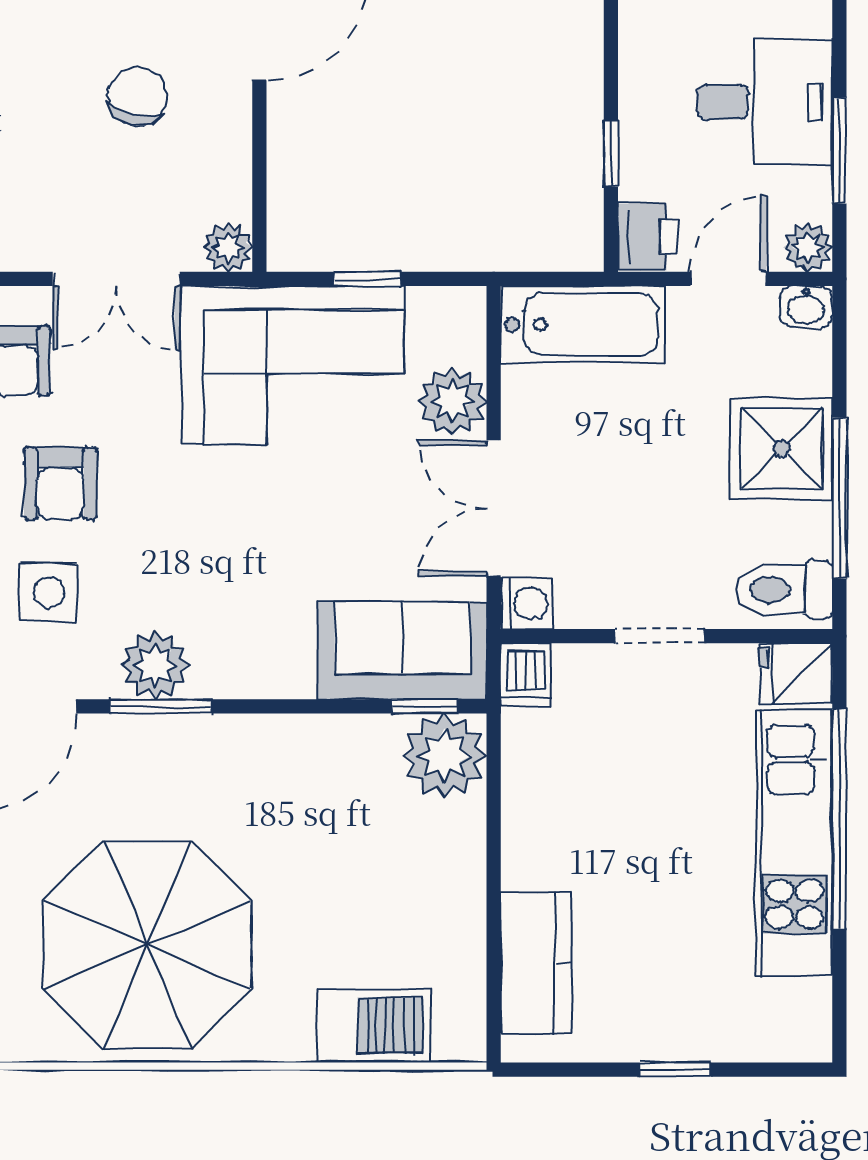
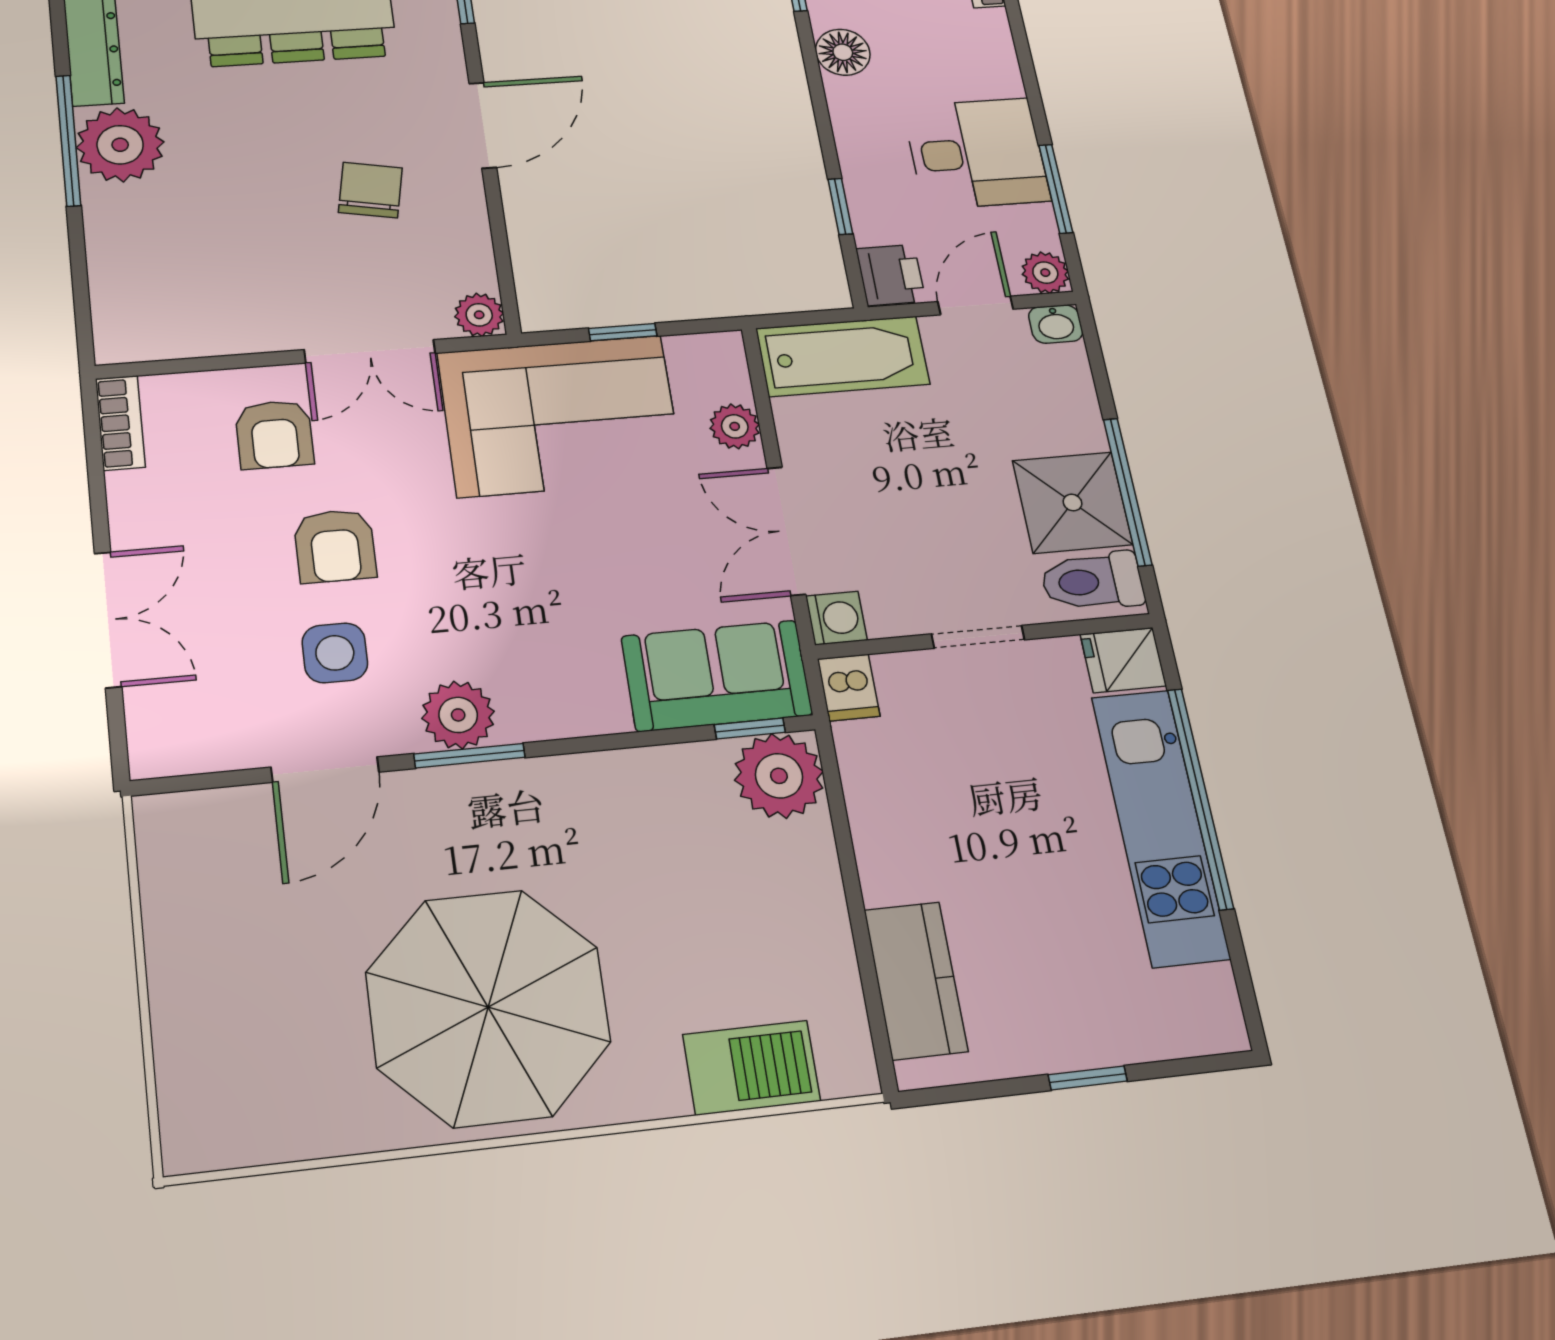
plant: (453, 401) -> (735, 426), width x0.73, depth x0.73
shower: (782, 449) -> (1073, 503), moved

